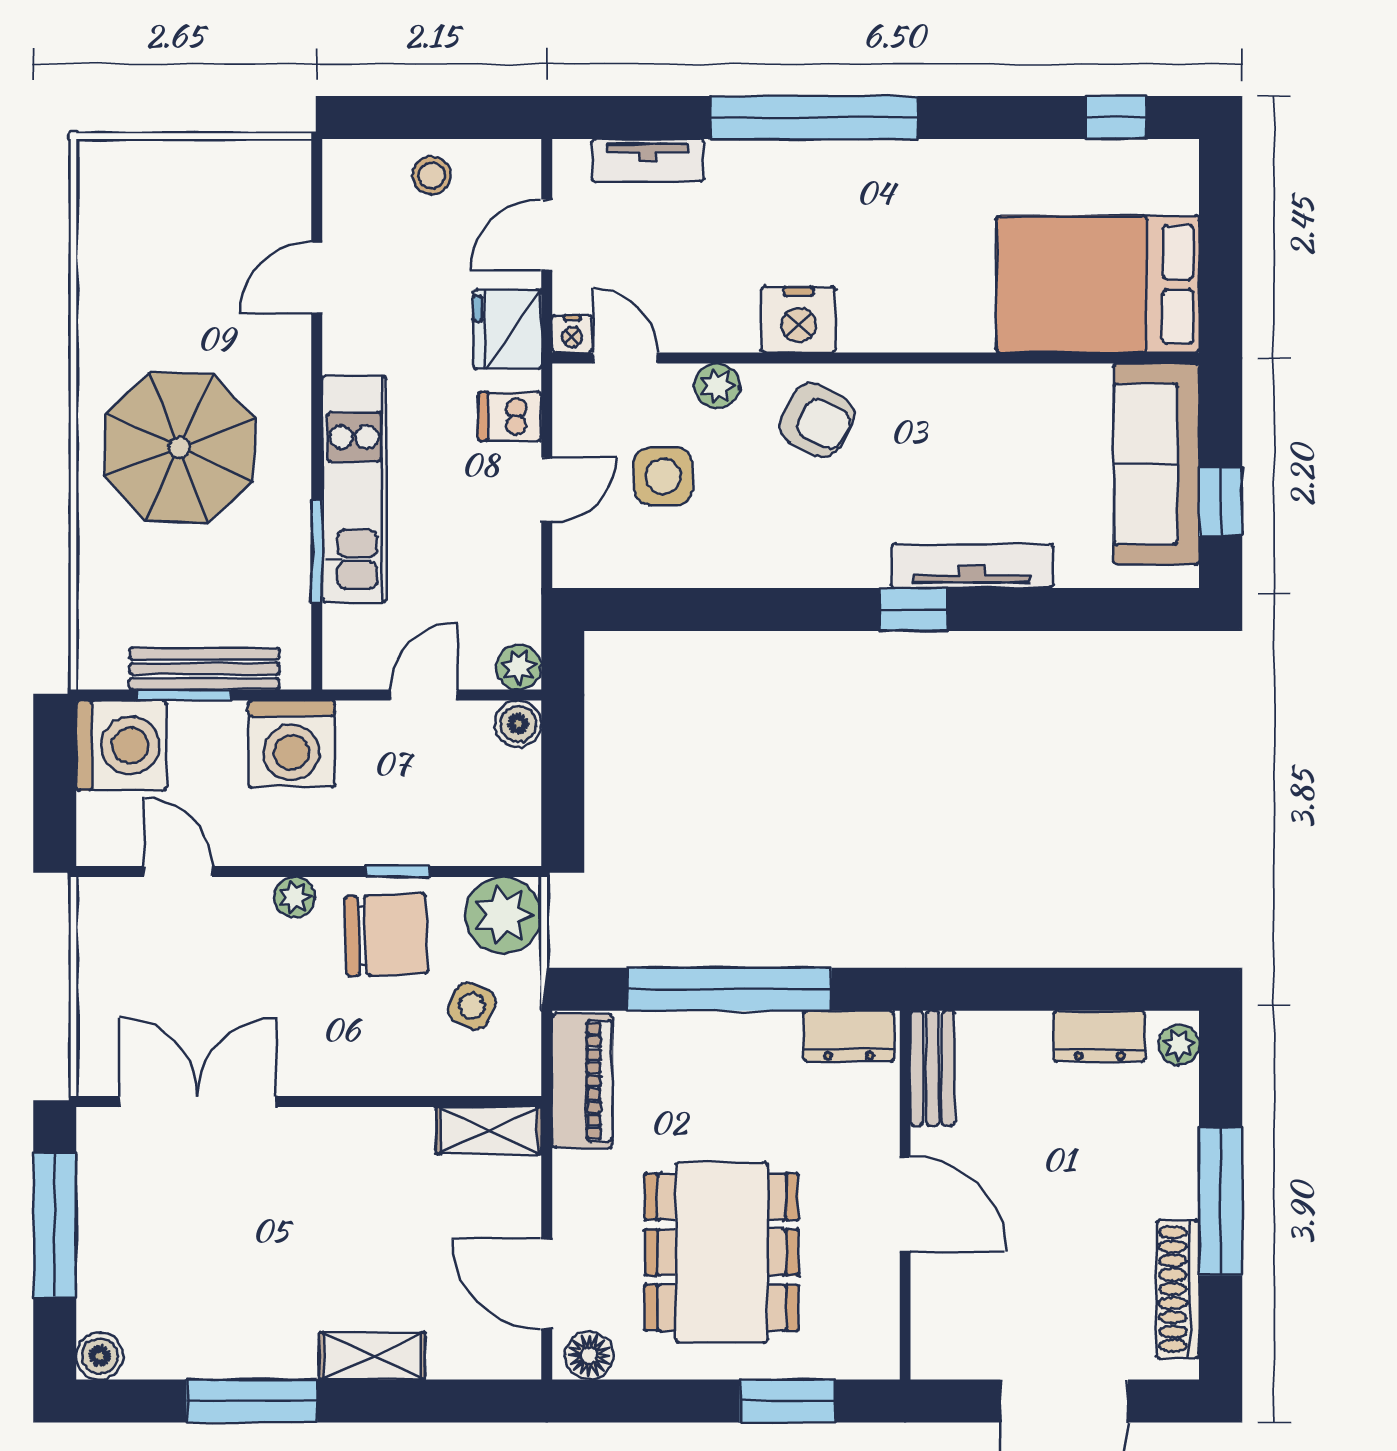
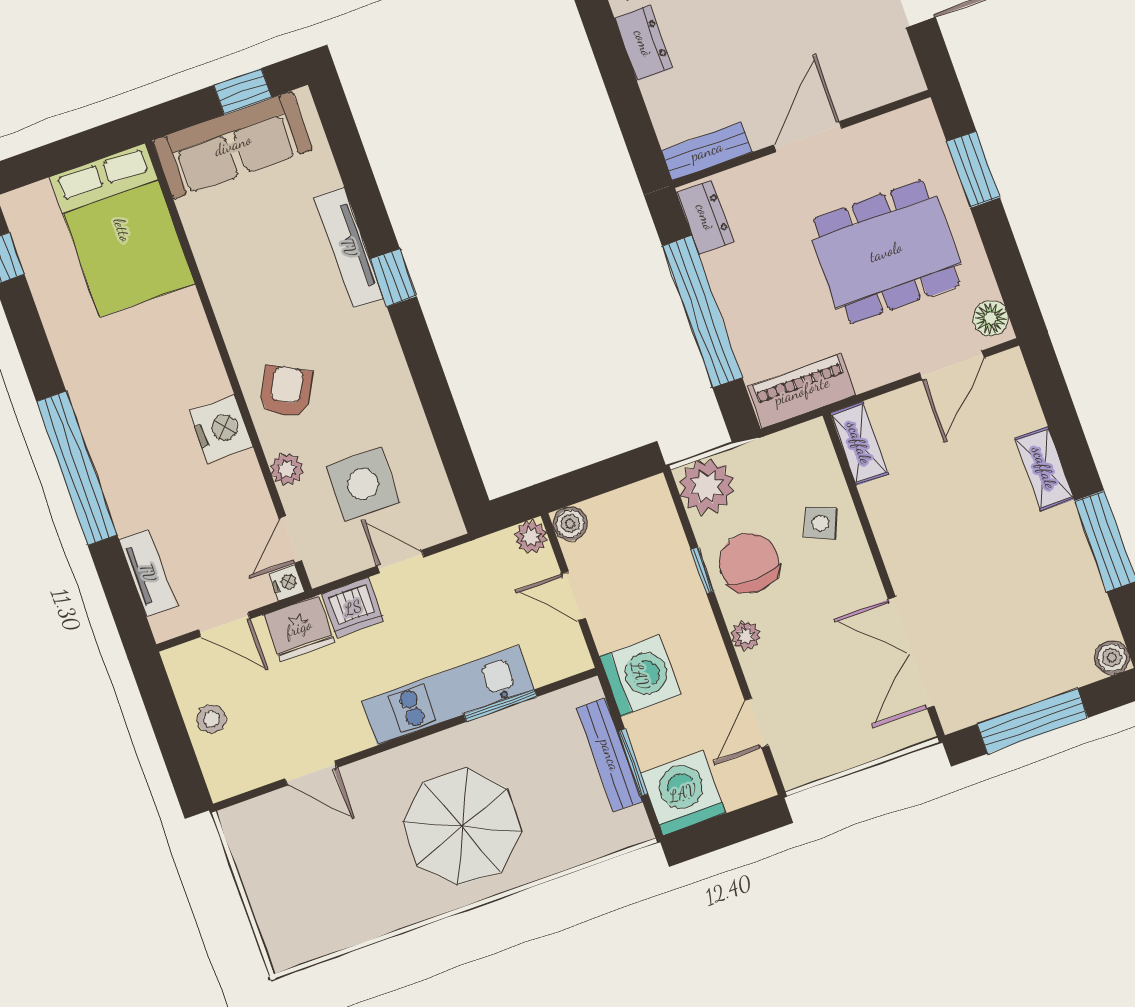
dishwasher: (510, 416) -> (353, 608), width x1.38
side table: (663, 476) -> (363, 484), width x1.37, depth x1.37
side table: (472, 1006) -> (820, 523), moved

